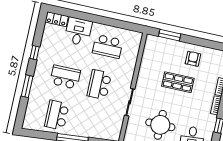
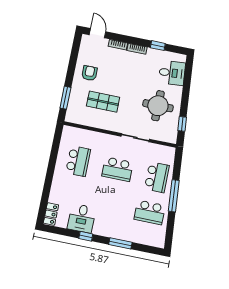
desk: (78, 31) -> (82, 218), moved, turned -90
armchair: (193, 59) -> (89, 73), turned 90
school desk: (65, 77) -> (157, 177), moved, turned 180
shop shelf: (178, 82) -> (103, 102), moved, turned 90

